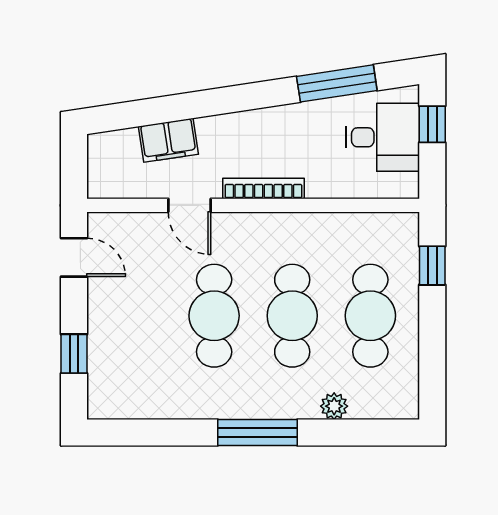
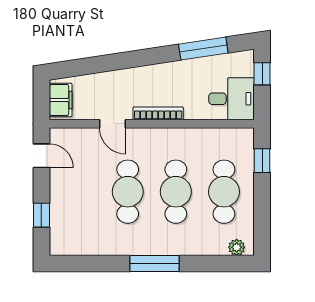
desk: (383, 137) -> (232, 99), moved
filing cabinet: (168, 140) -> (61, 100), moved, turned -81
plant: (334, 406) -> (237, 247), moved

